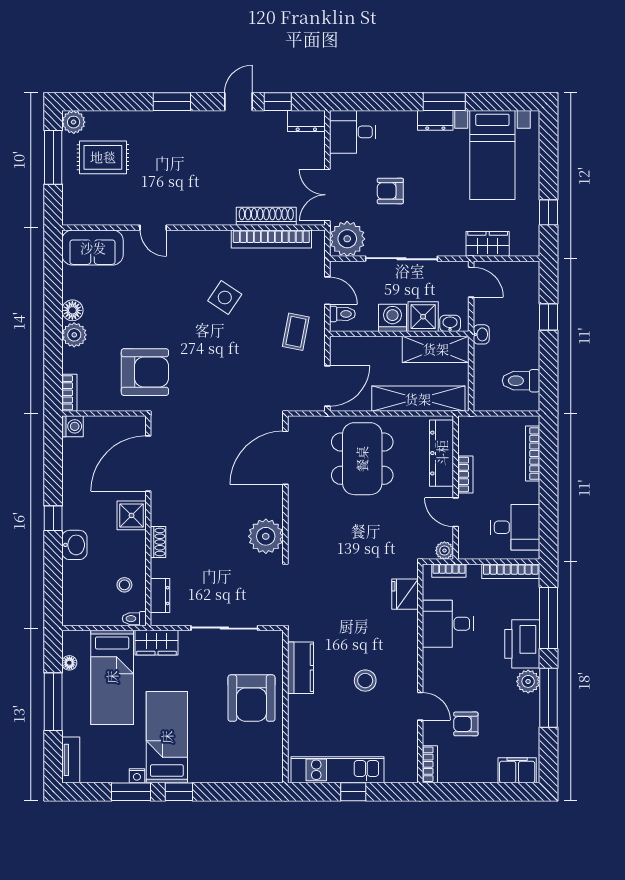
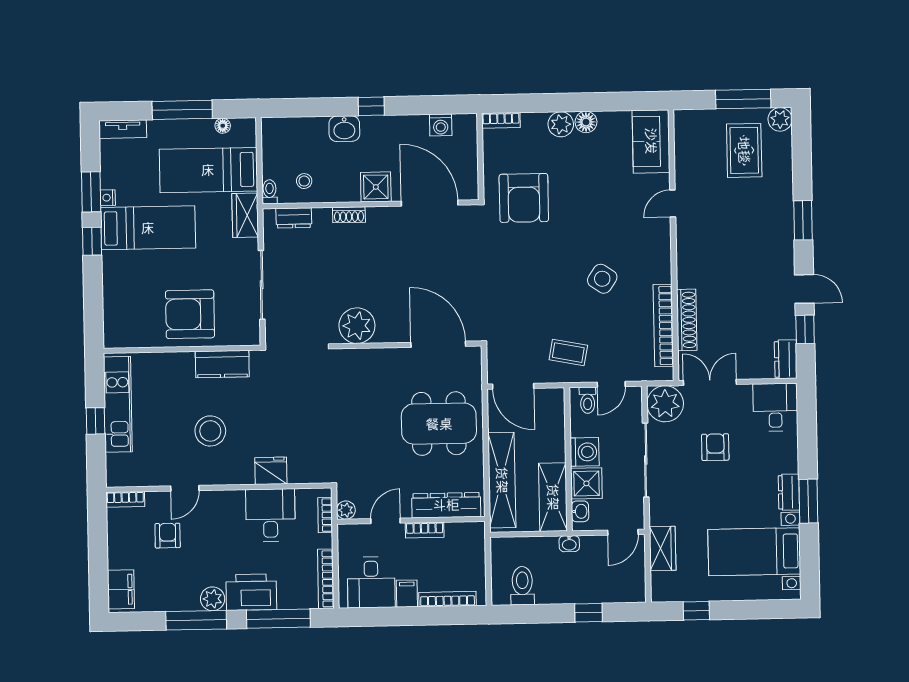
washing machine: (73, 426) -> (441, 125), moved
filing cabinet: (527, 493) -> (407, 594), added
fridge: (405, 594) -> (271, 471), moved
stool: (365, 681) -> (210, 431), width x1.38, depth x1.38

